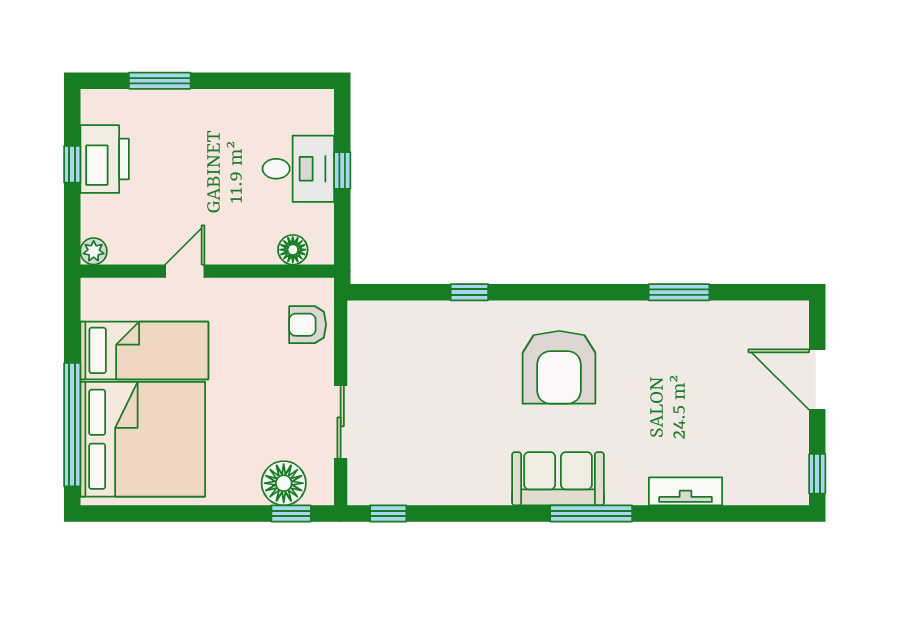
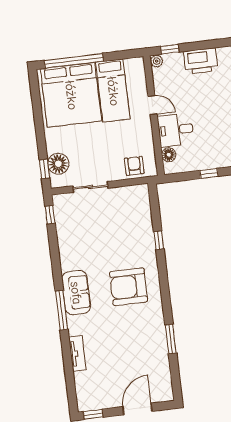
window: (72, 164) -> (170, 49), moved
desk: (298, 169) -> (176, 130), moved, turned 90

